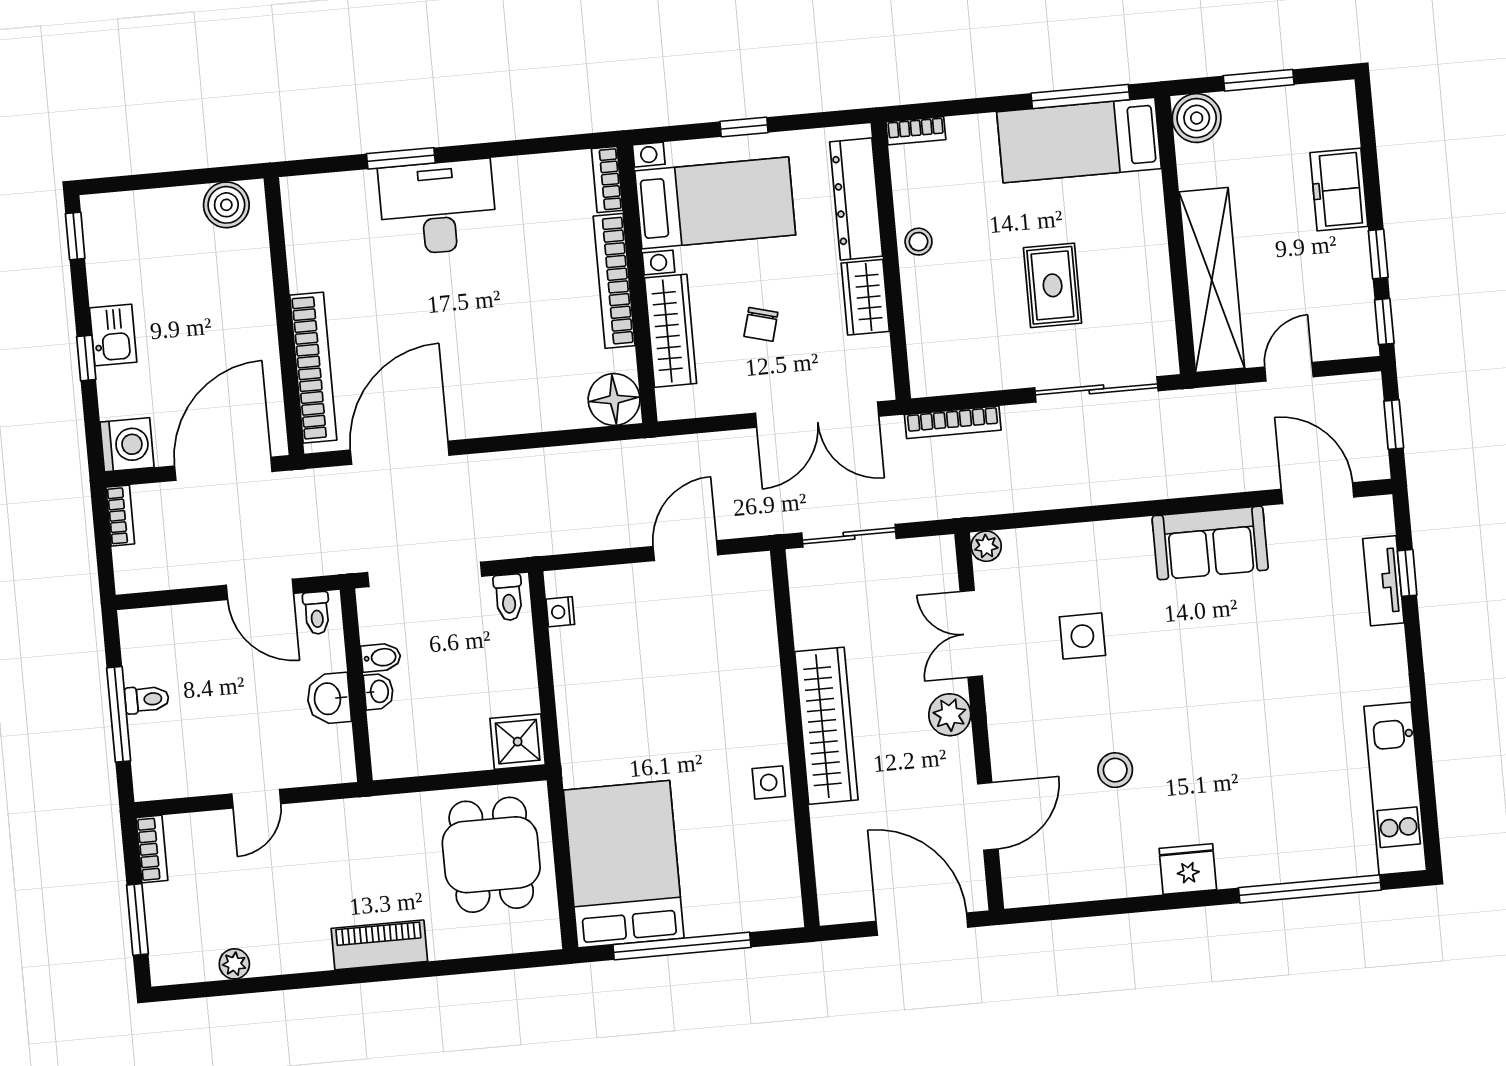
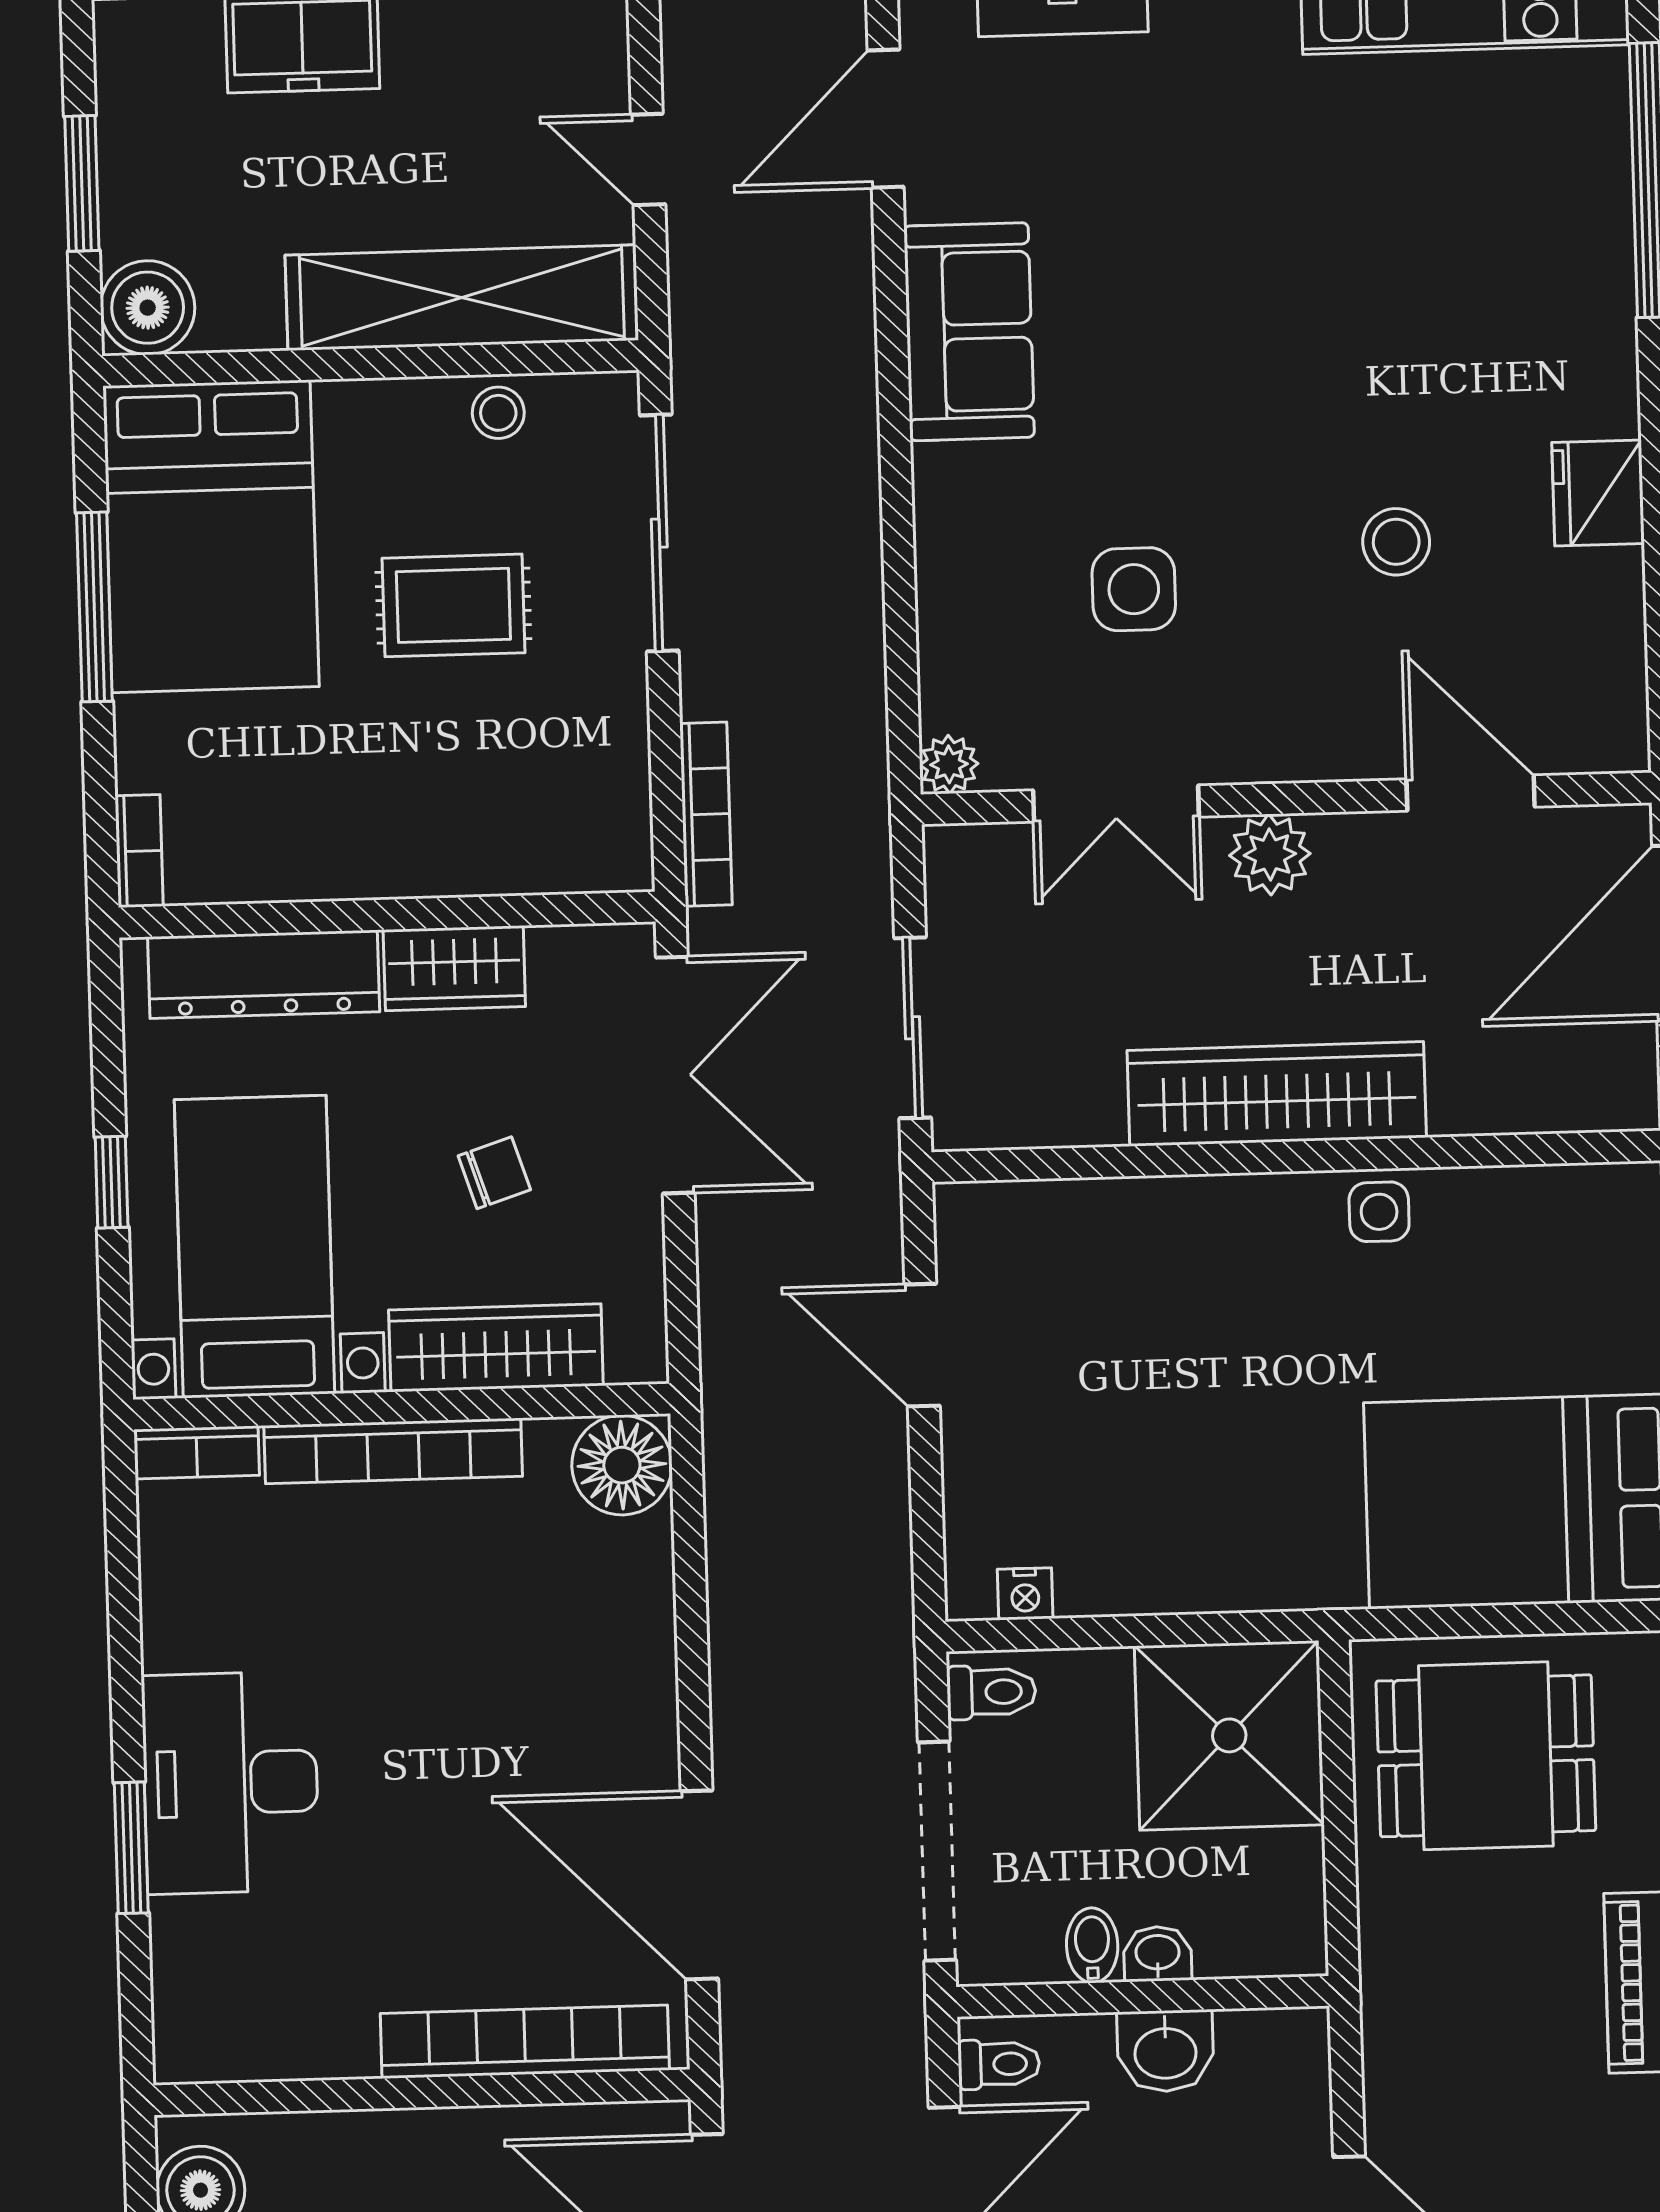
window: (1080, 96) -> (94, 607), moved
bed: (1079, 140) -> (211, 536), width x1.50
stool: (919, 242) -> (498, 413), moved
chair: (761, 324) -> (494, 1173), turned -33
shower: (518, 742) -> (1229, 1735), width x1.86, depth x1.86
fridge: (1188, 869) -> (1598, 493), moved

